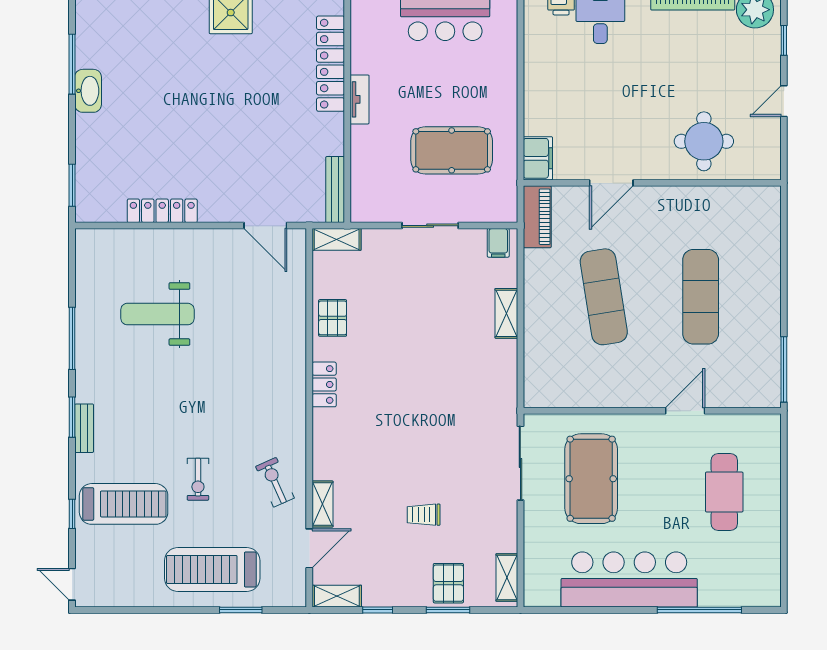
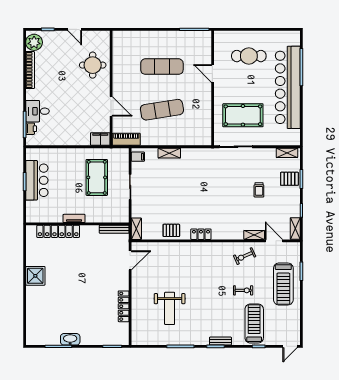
bar counter: (629, 579) -> (288, 87), width x1.36

